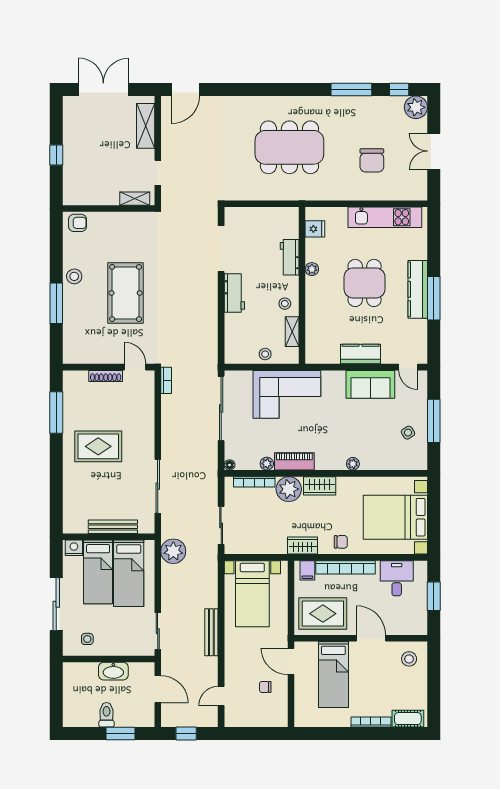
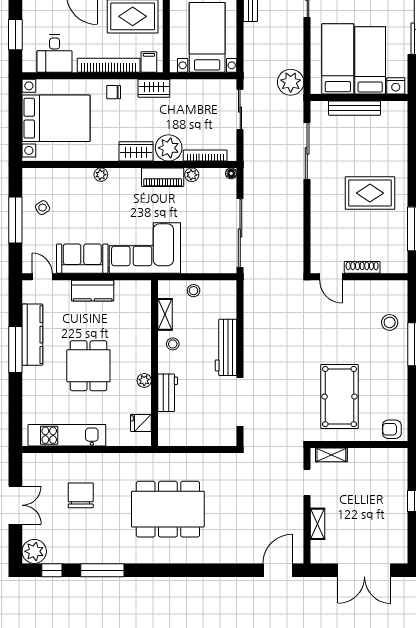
shelving: (146, 126) -> (318, 524), width x0.67, depth x0.75
stool: (74, 276) -> (390, 322), moved
kitchen counter: (418, 289) -> (32, 335), moved
pool table: (126, 293) -> (340, 397), moved
workbench: (234, 293) -> (226, 347), width x1.38
bookcase: (166, 380) -> (298, 263), removed
corner sofa: (287, 394) -> (145, 248), moved

